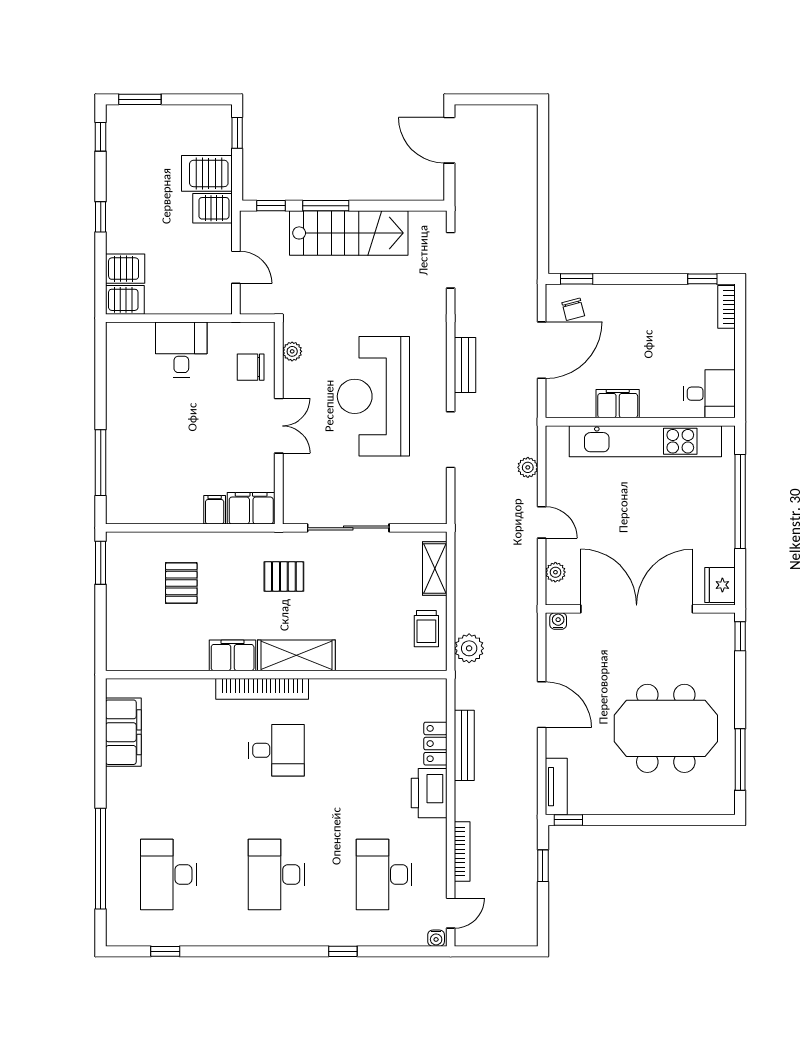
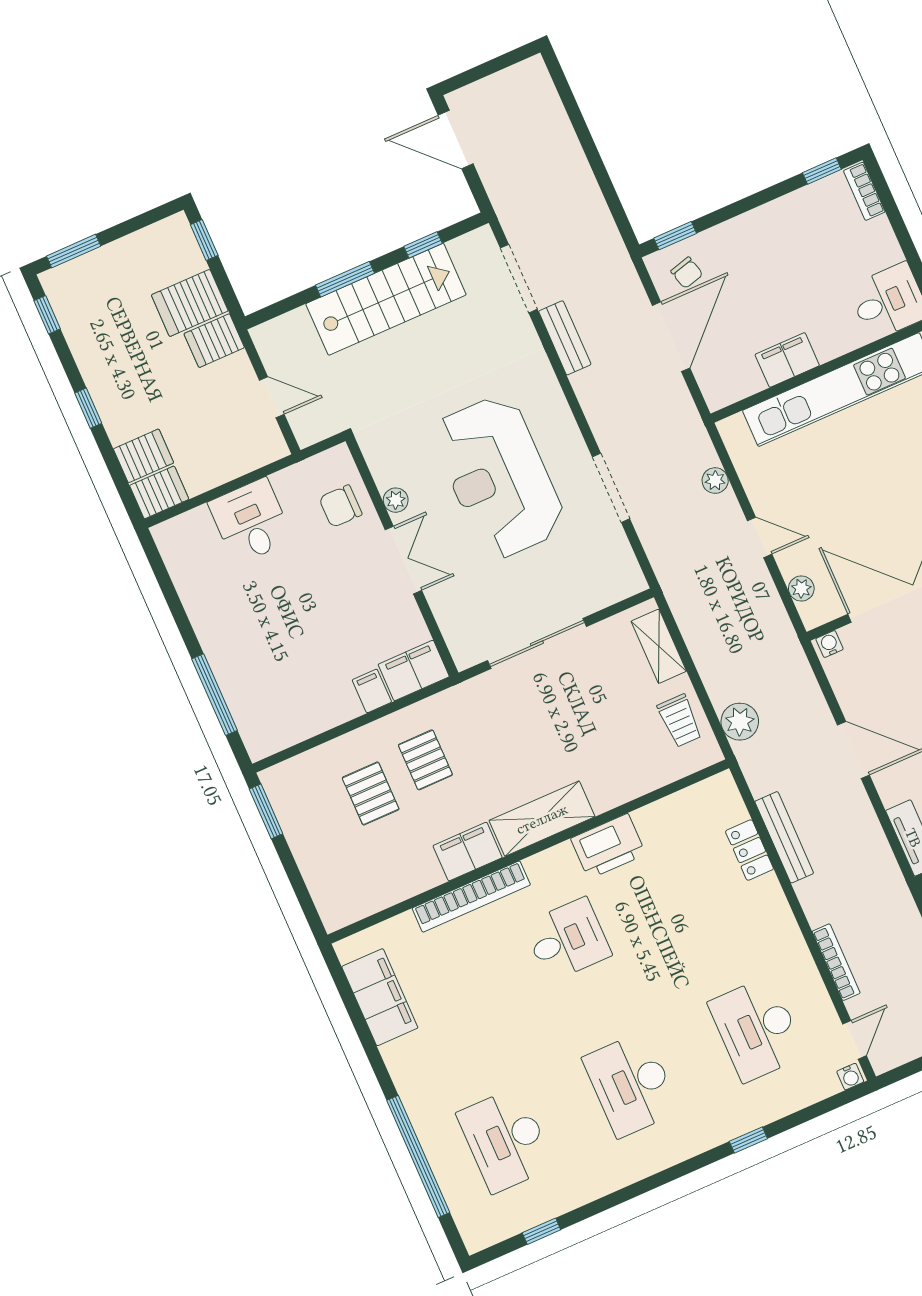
window: (271, 206) -> (423, 245), moved
plant: (292, 351) -> (396, 500), moved
bench: (465, 365) -> (565, 338), moved
pallet: (284, 576) -> (425, 760), moved, turned 90
bookcase: (262, 689) -> (471, 897), moved
printer: (429, 793) -> (608, 846), moved, turned -90

